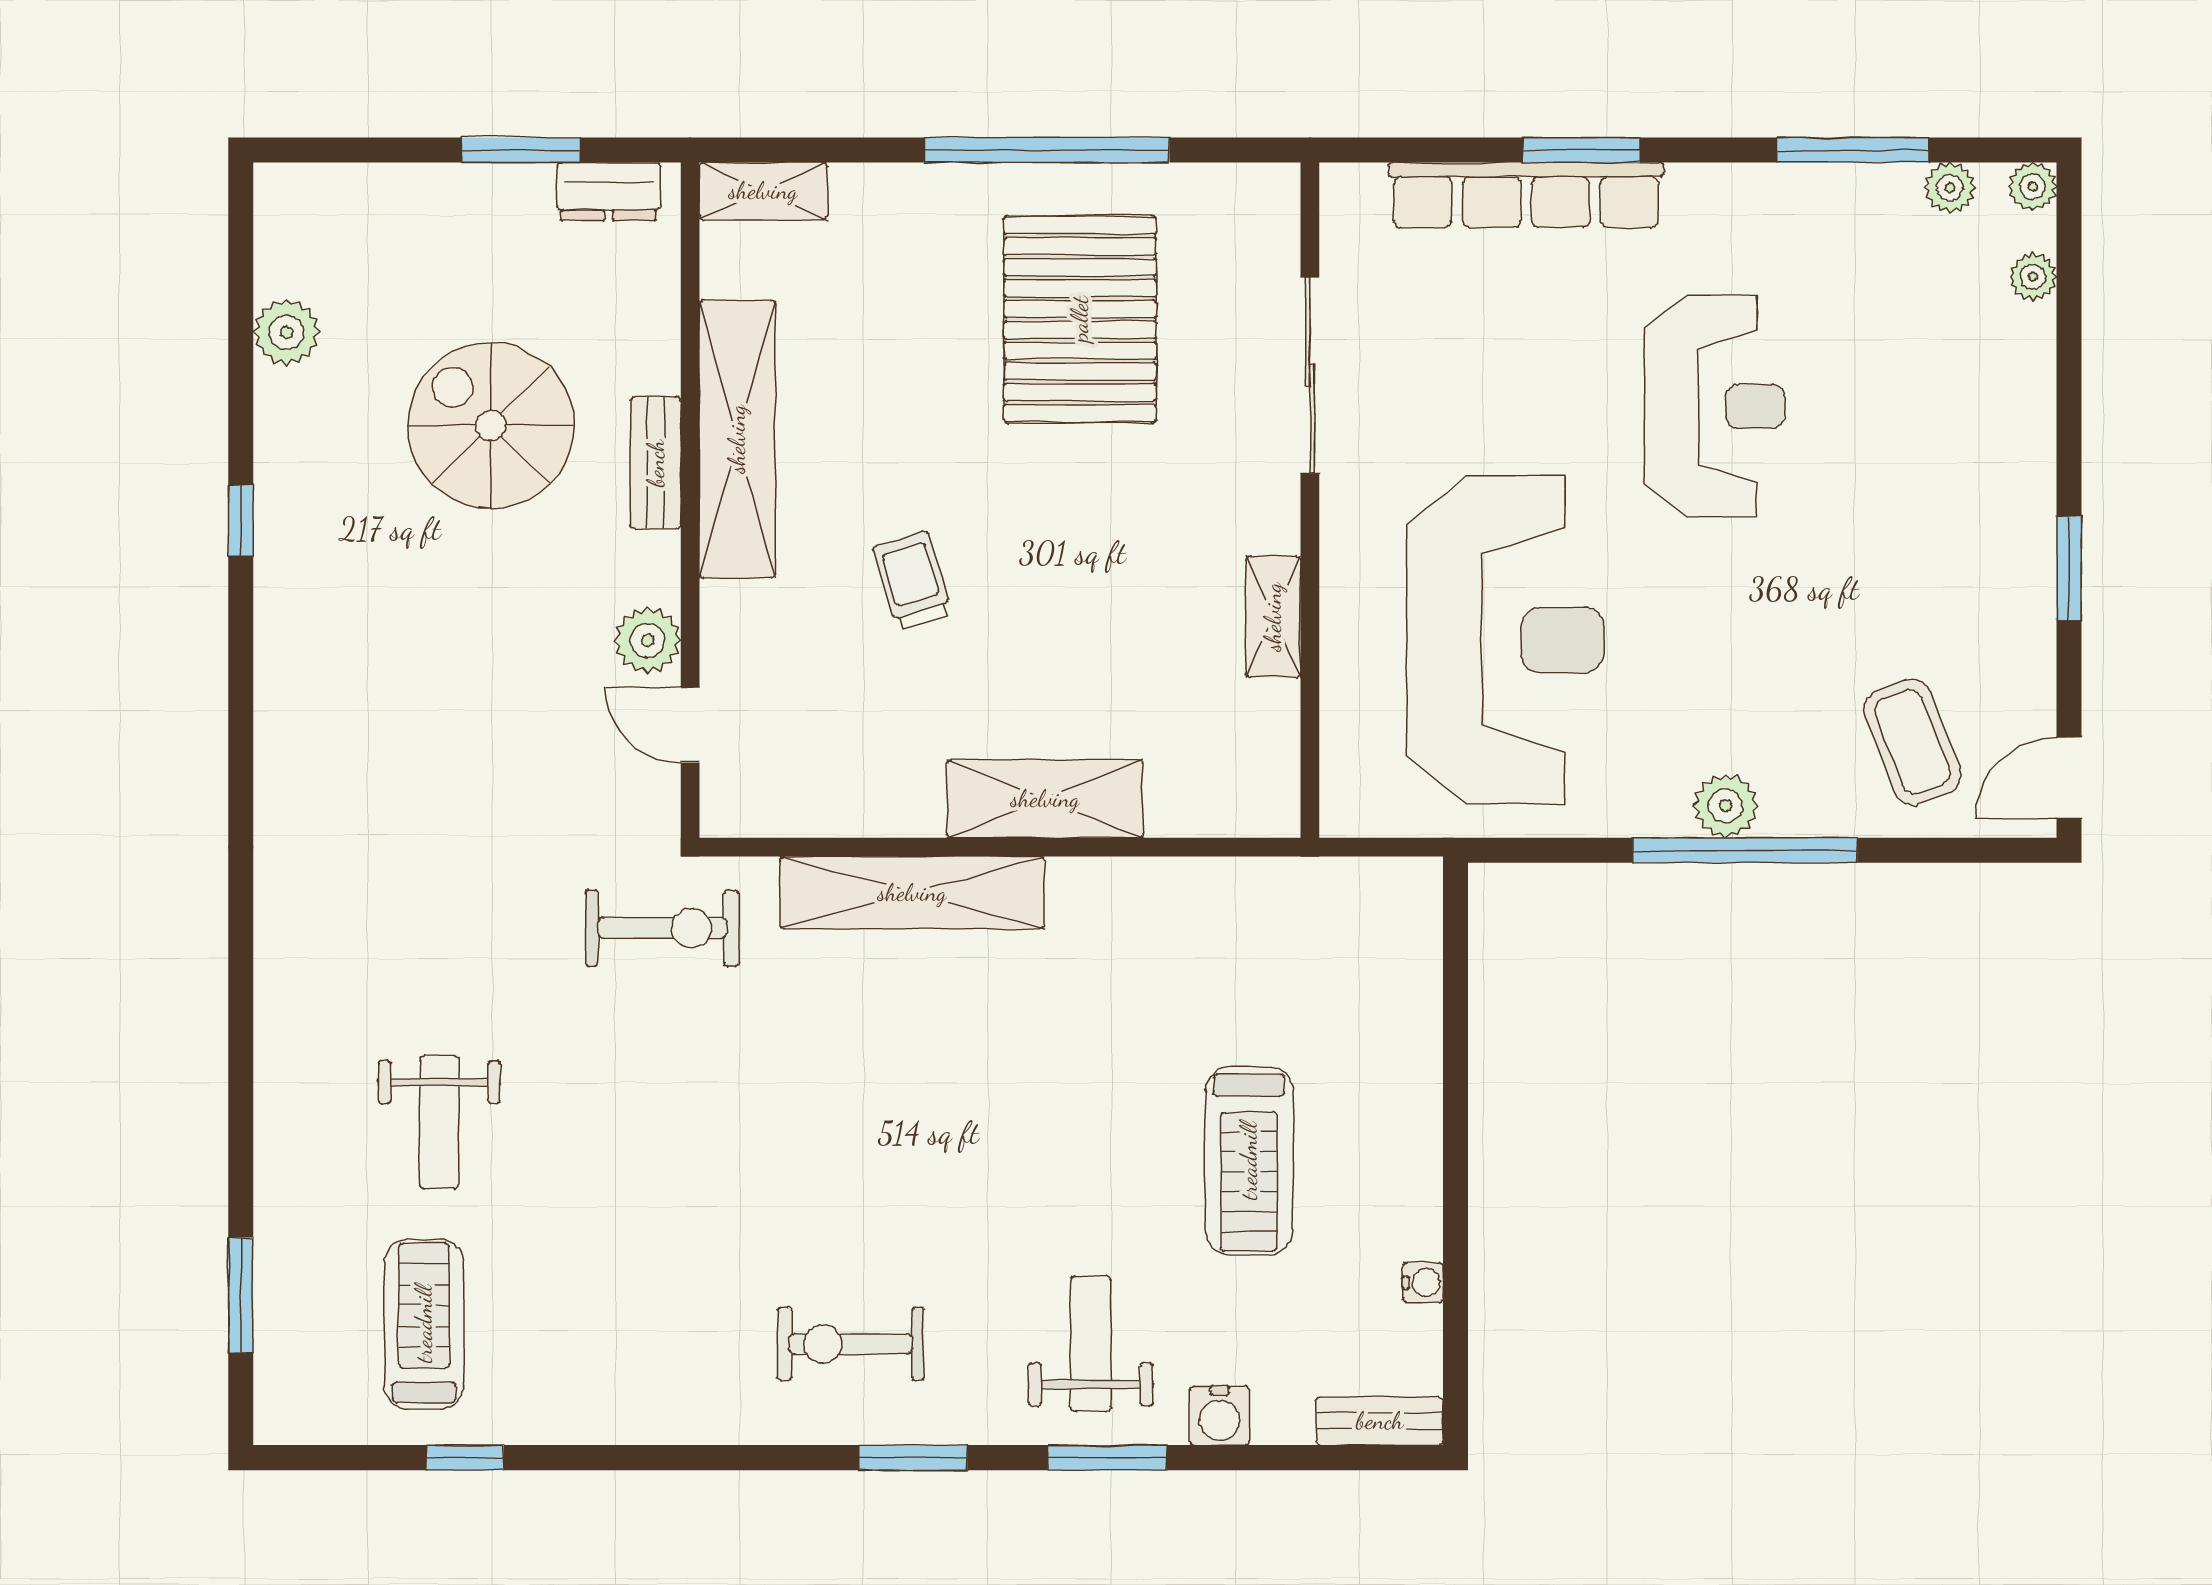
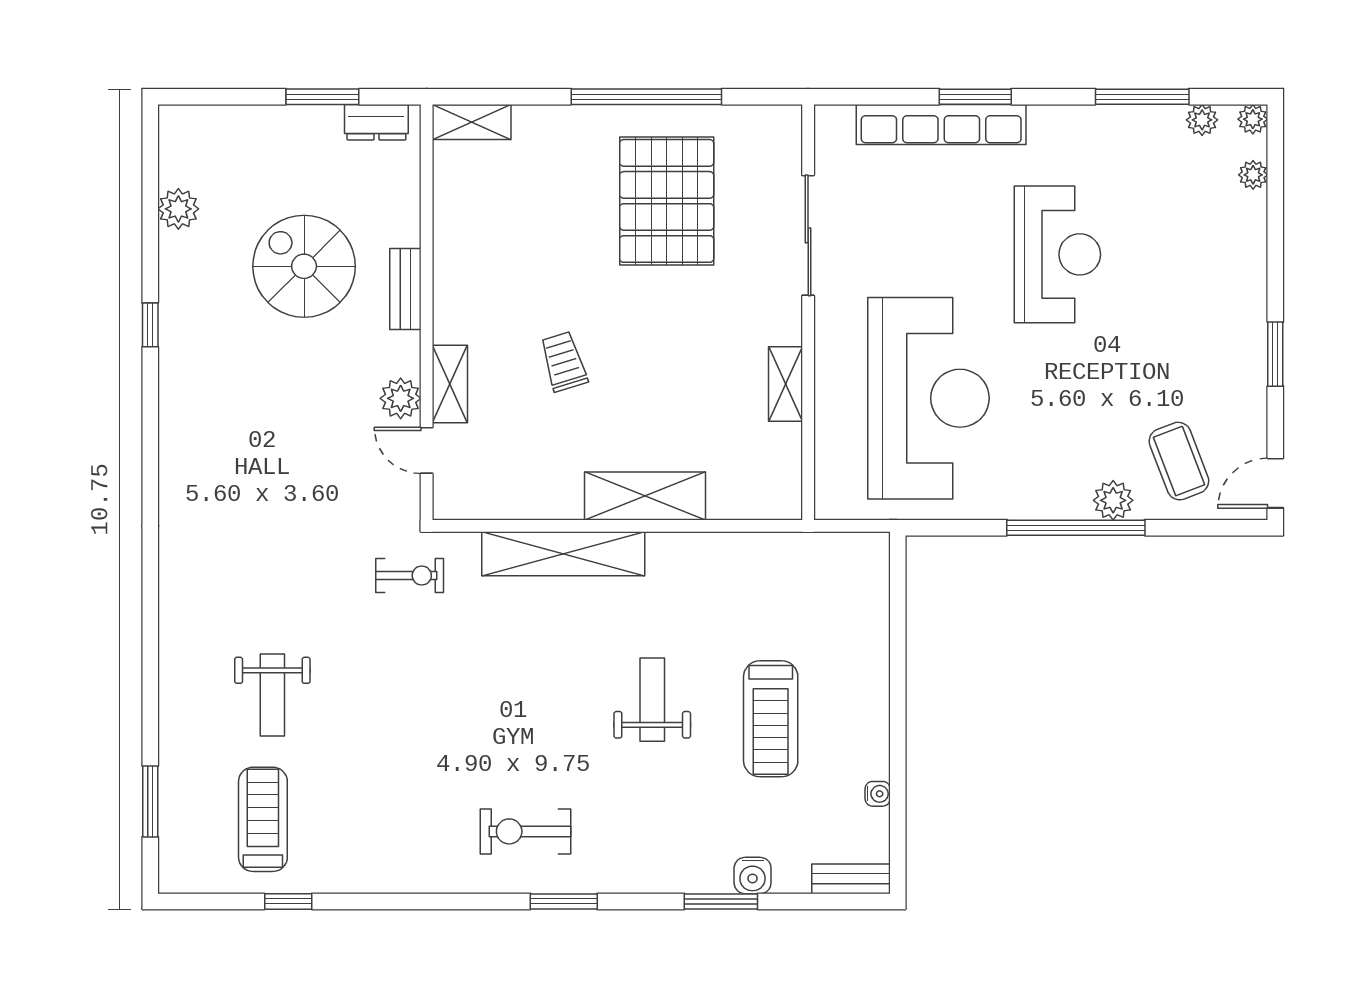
shelving: (737, 439) -> (450, 384), moved, width x0.45, depth x0.75
plant: (1726, 806) -> (1113, 500), moved
exercise bike: (662, 928) -> (410, 575), width x0.73, depth x0.72
weight bench: (1091, 1344) -> (652, 700), moved
window: (1107, 1458) -> (721, 901), moved

